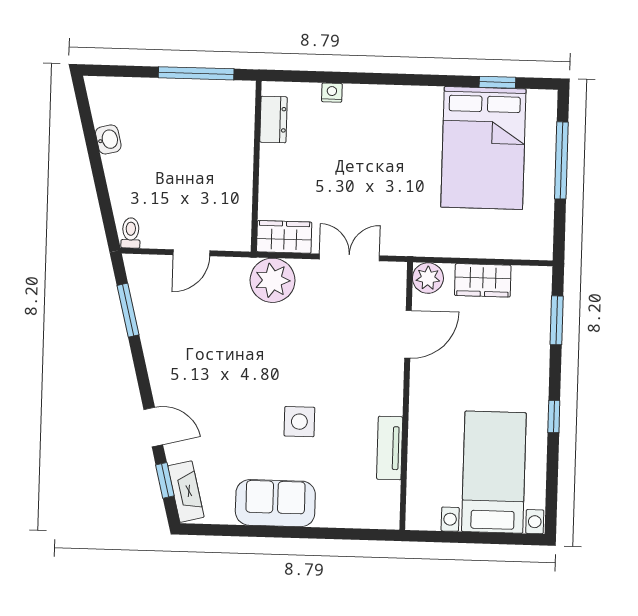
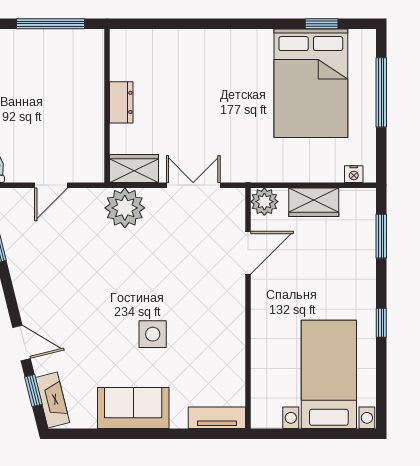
nightstand: (332, 93) -> (354, 174), moved, turned 180
dresser: (273, 120) -> (121, 102), moved
tv unit: (390, 448) -> (217, 418), moved, turned 90

